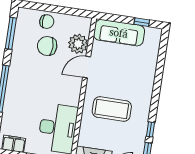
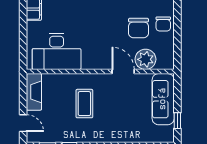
chair: (47, 46) -> (138, 28), turned 180
coffee table: (112, 109) -> (84, 104), width x0.73, depth x0.76

